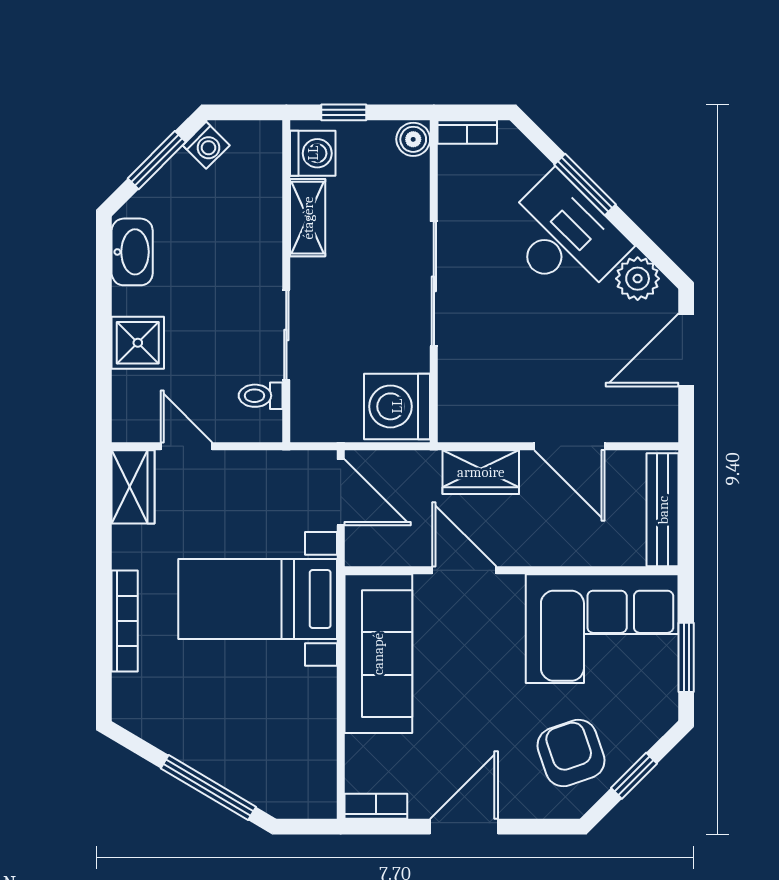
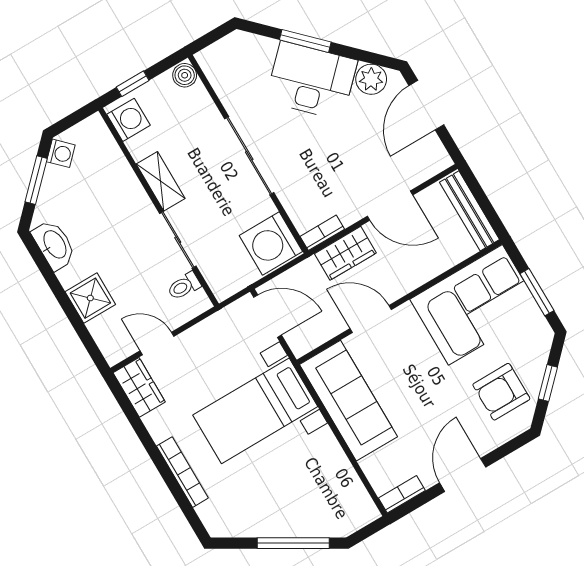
bookcase: (467, 132) -> (322, 233), moved, turned 180
shelving: (308, 218) -> (161, 181), moved
armchair: (571, 753) -> (501, 392), turned -71

